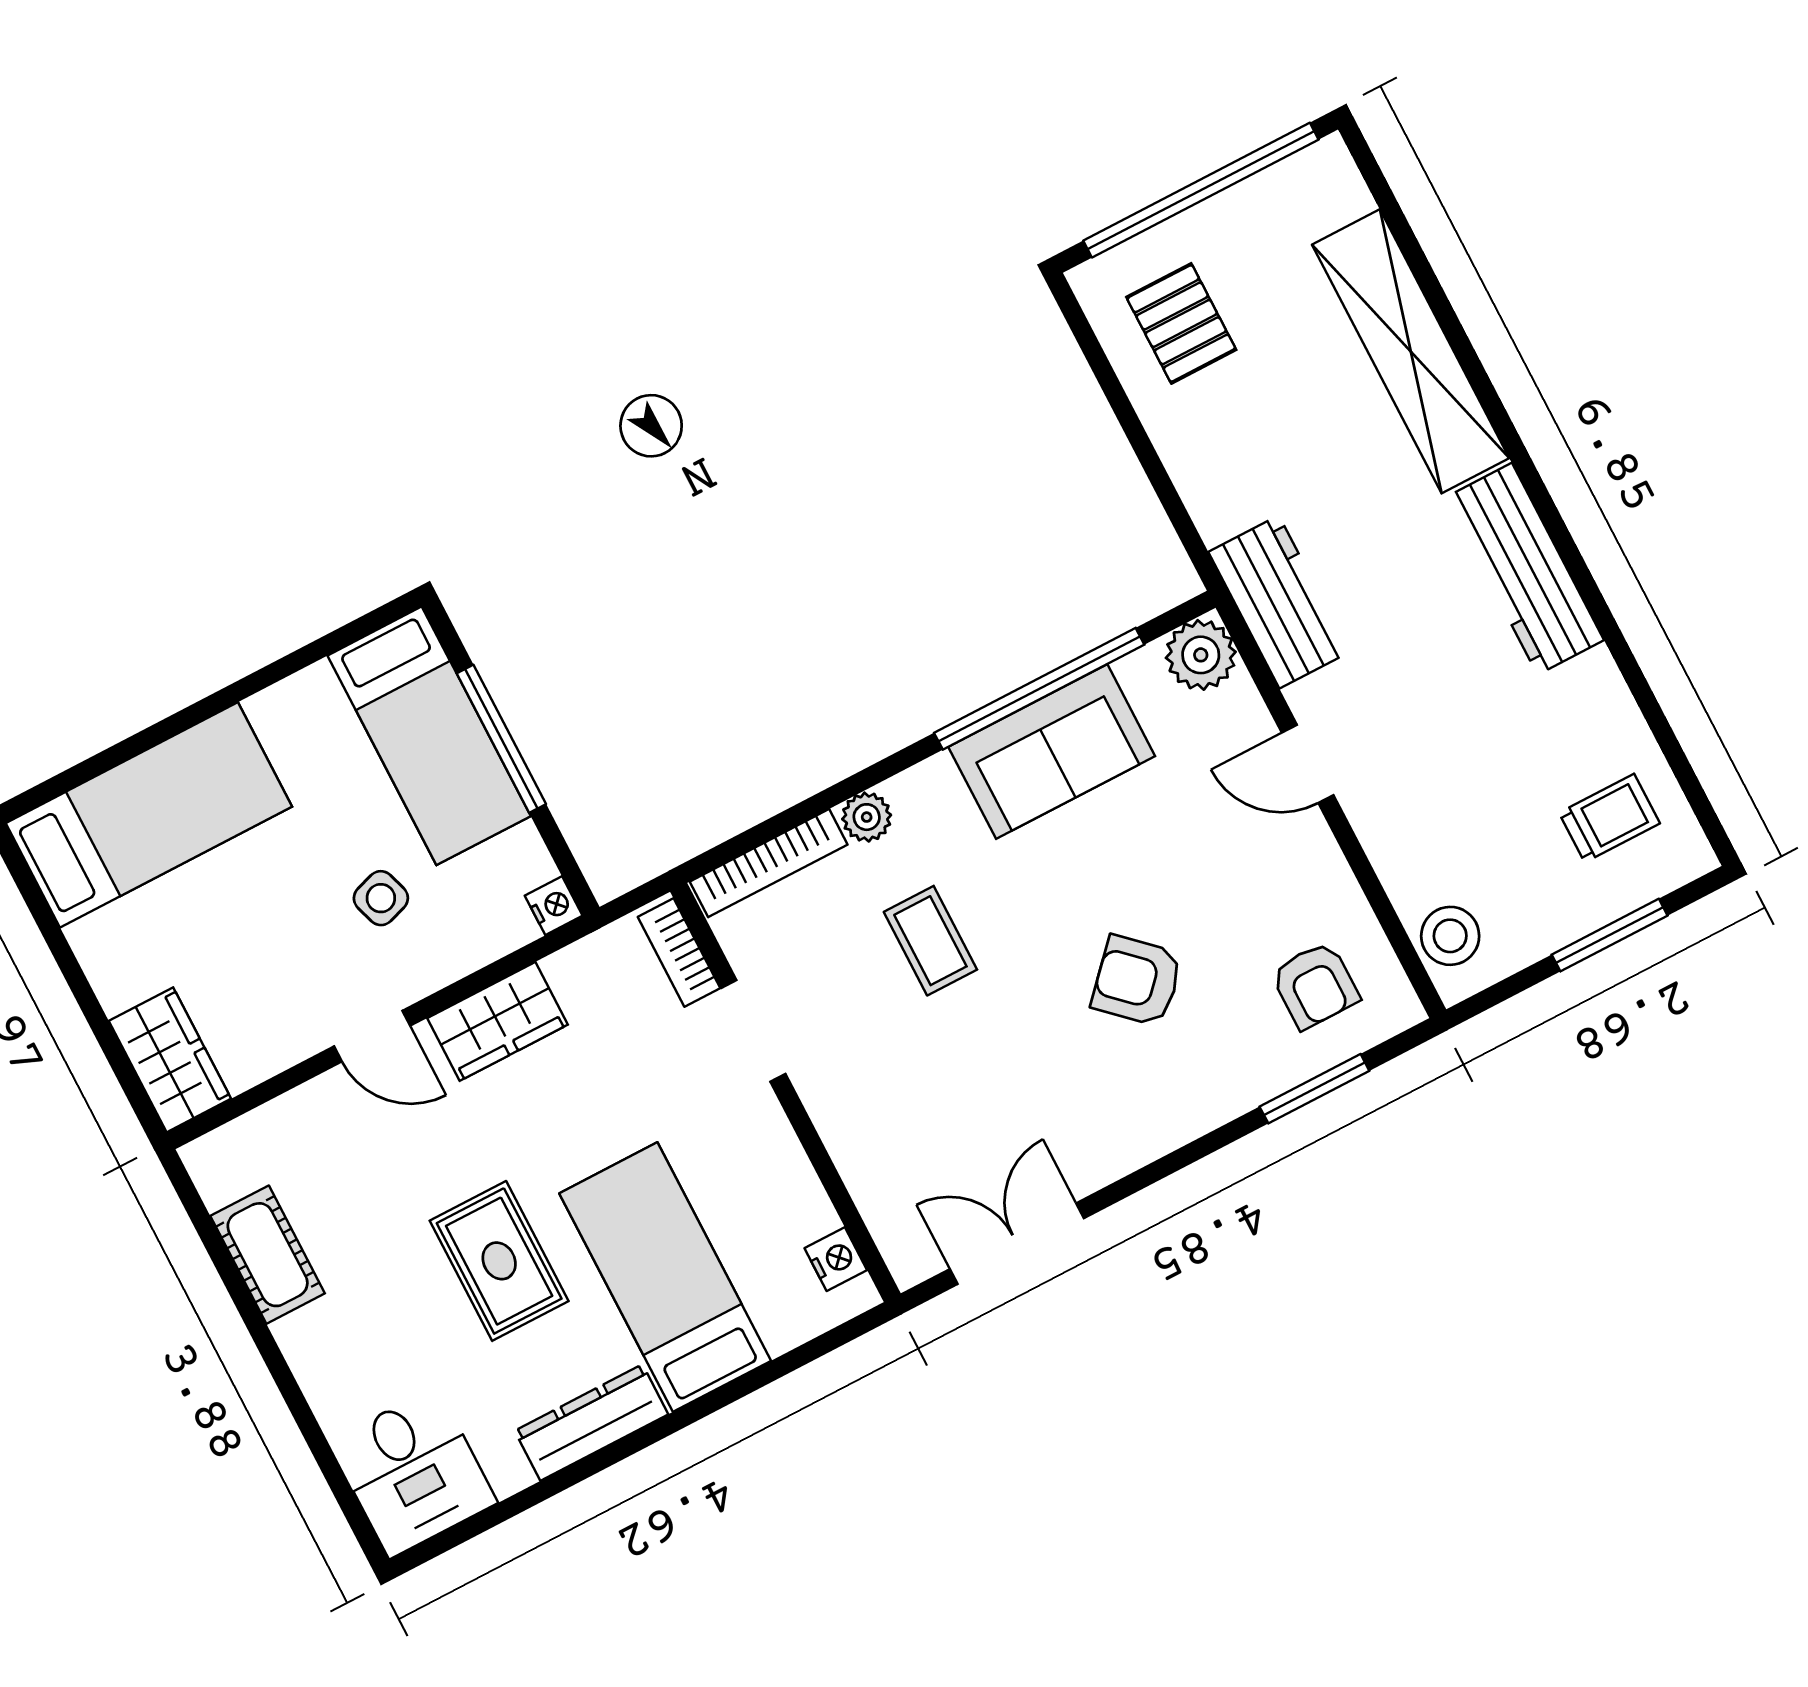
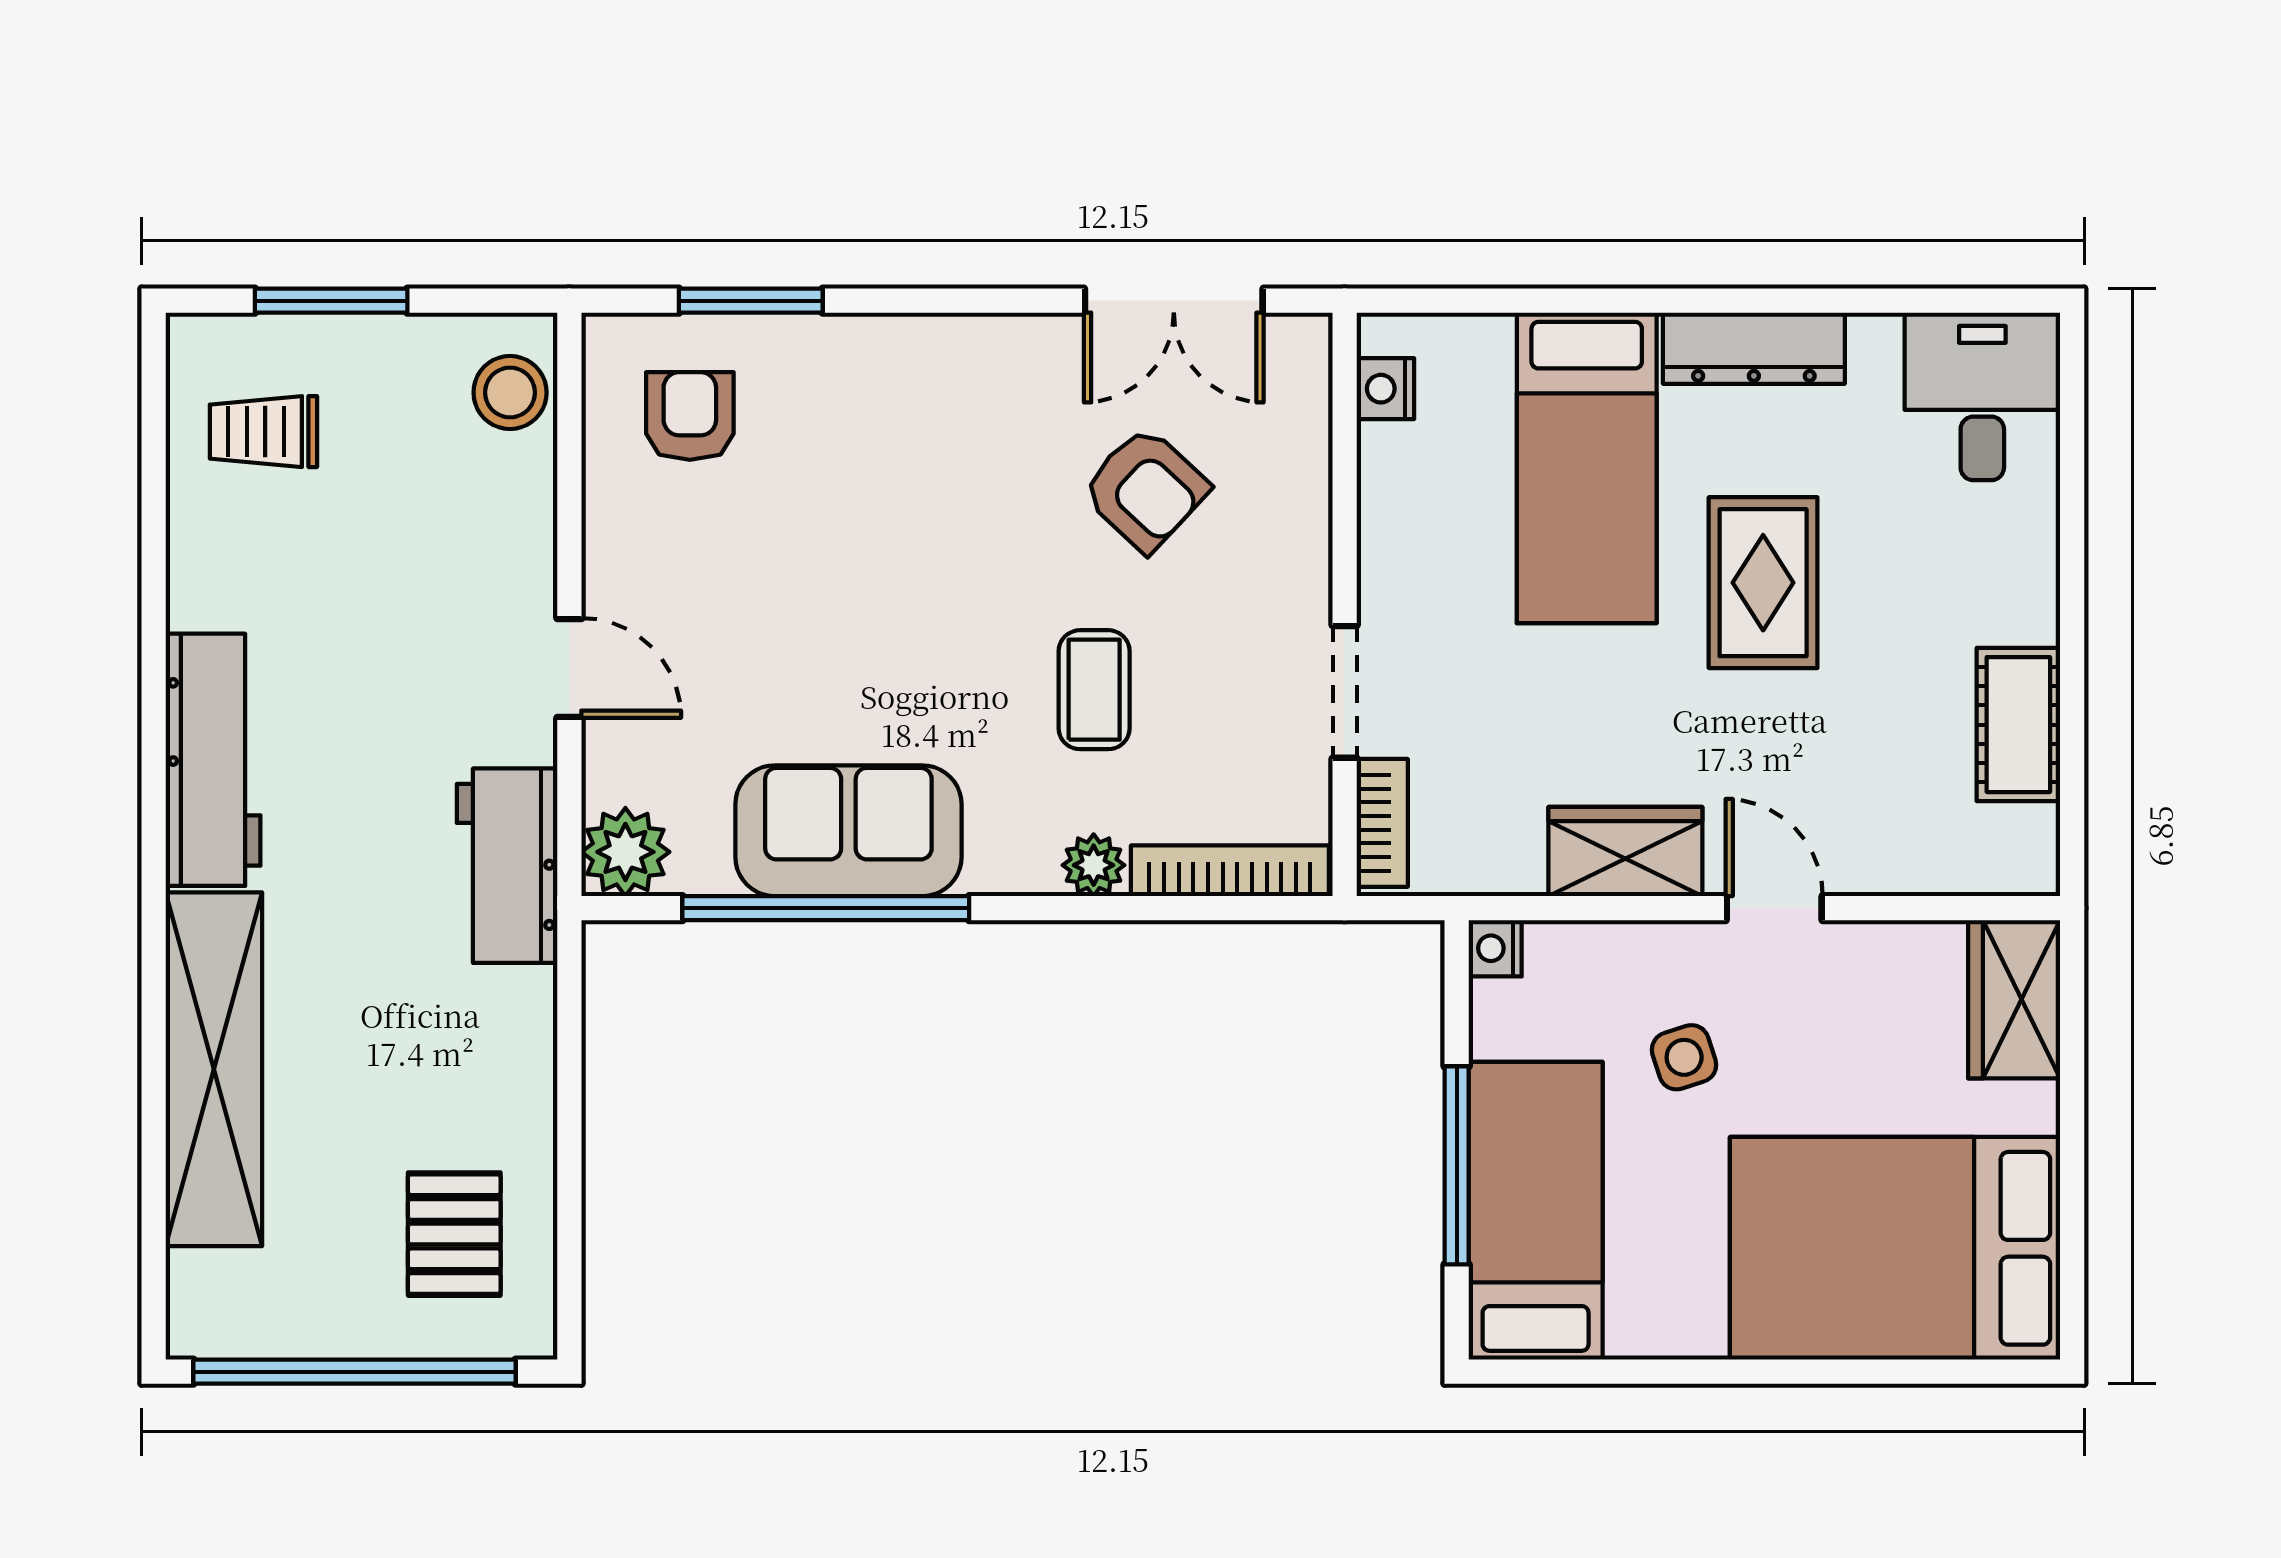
bed: (149, 815) -> (1895, 1248), width x1.50
armchair: (1137, 981) -> (1145, 489), moved

